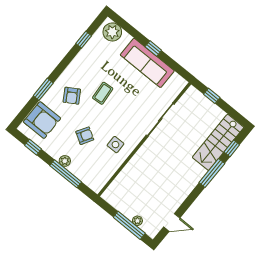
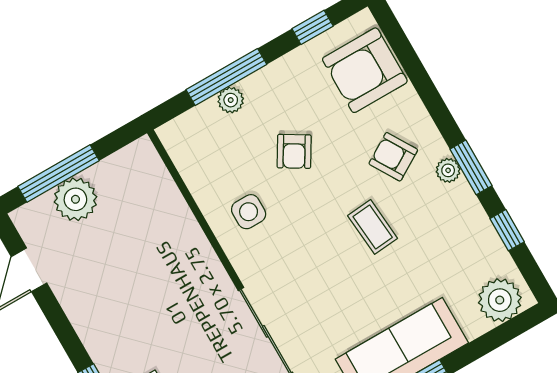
plant: (69, 72) -> (448, 170), added
window: (43, 89) -> (471, 167), moved
plant: (65, 161) -> (231, 100), moved
plant: (137, 221) -> (75, 199), width x1.88, depth x1.88

